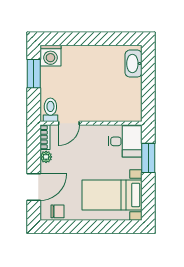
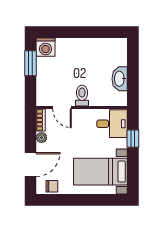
washbasin: (134, 64) -> (120, 79), moved
toilet: (50, 110) -> (82, 95), moved
door: (69, 123) -> (62, 107), hinge flipped
window: (148, 158) -> (133, 139), width x0.67

